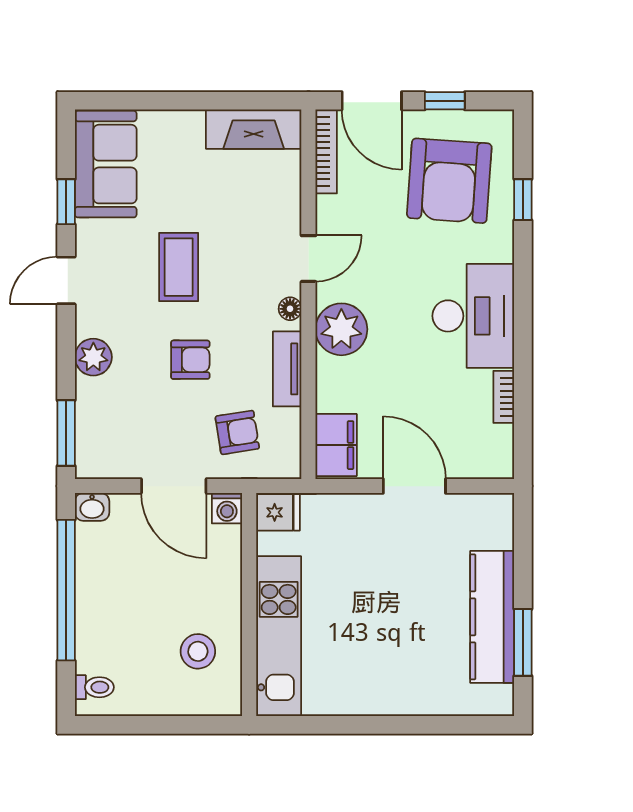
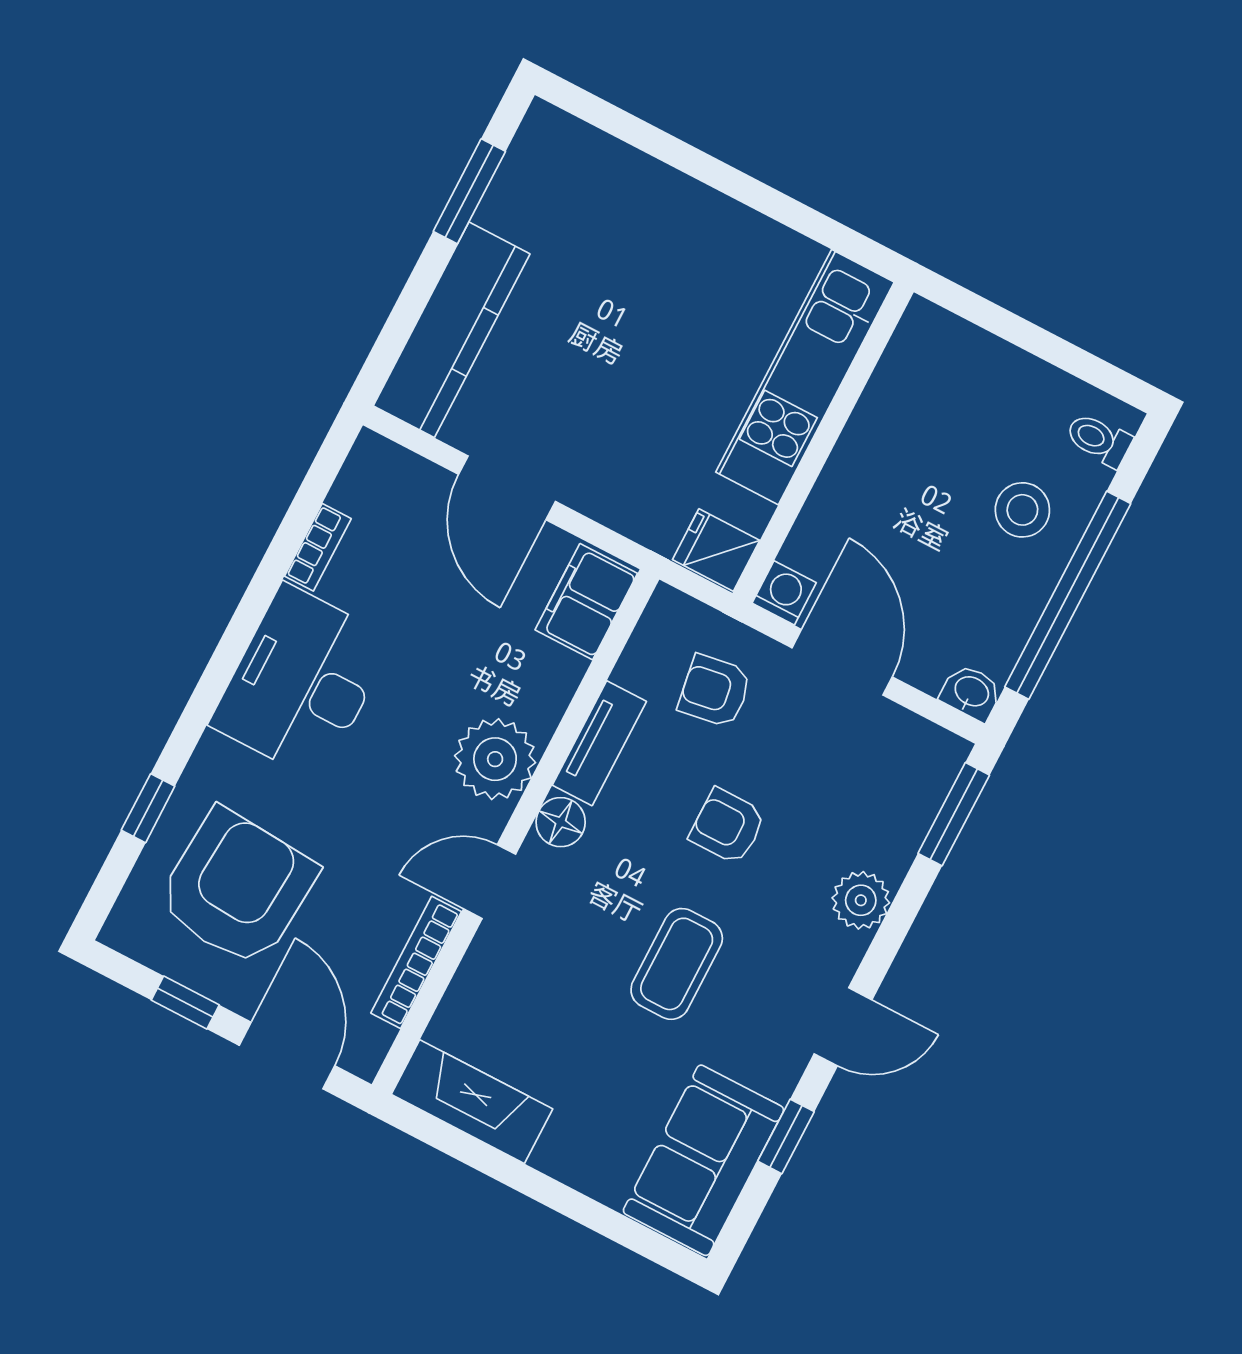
bookcase: (326, 151) -> (416, 962), moved
floor lamp: (290, 309) -> (561, 822), width x1.37, depth x1.37
kitchen counter: (492, 617) -> (452, 330), moved
stool: (198, 651) -> (1022, 510), moved

